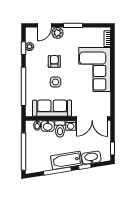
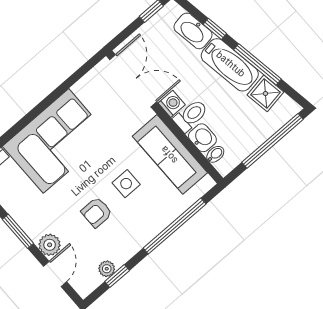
door: (45, 25) -> (55, 274), hinge flipped
shower: (44, 164) -> (265, 93), added

